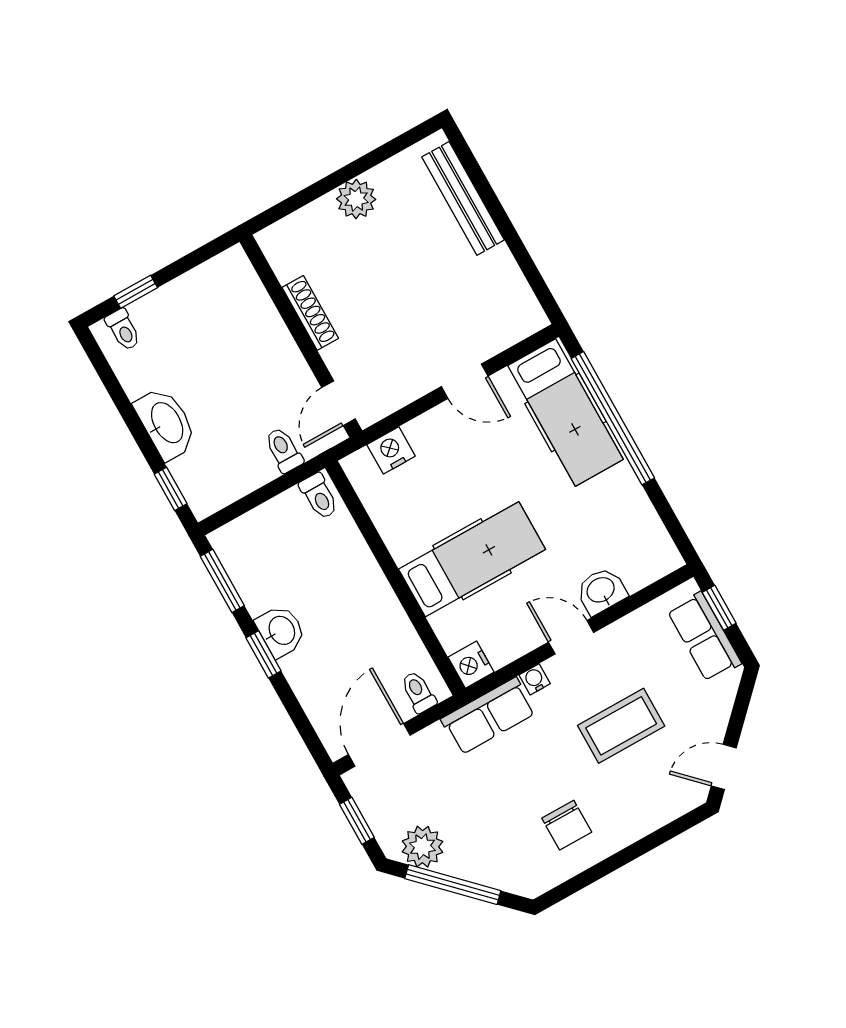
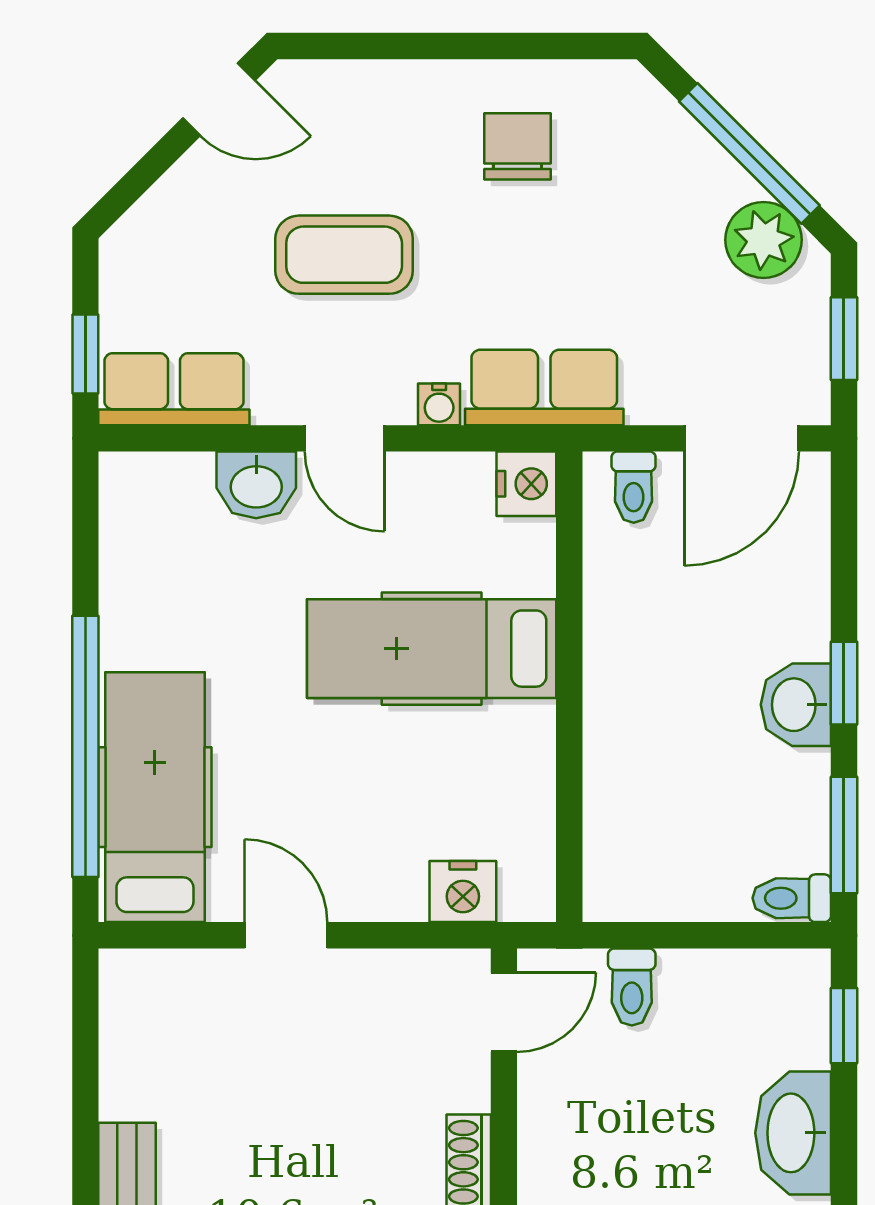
toilet: (319, 496) -> (792, 898), moved, turned -90
row of seats: (704, 637) -> (174, 389), moved, turned -90

